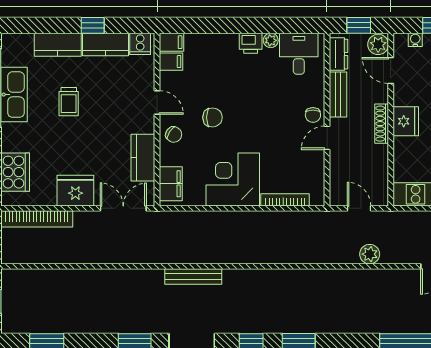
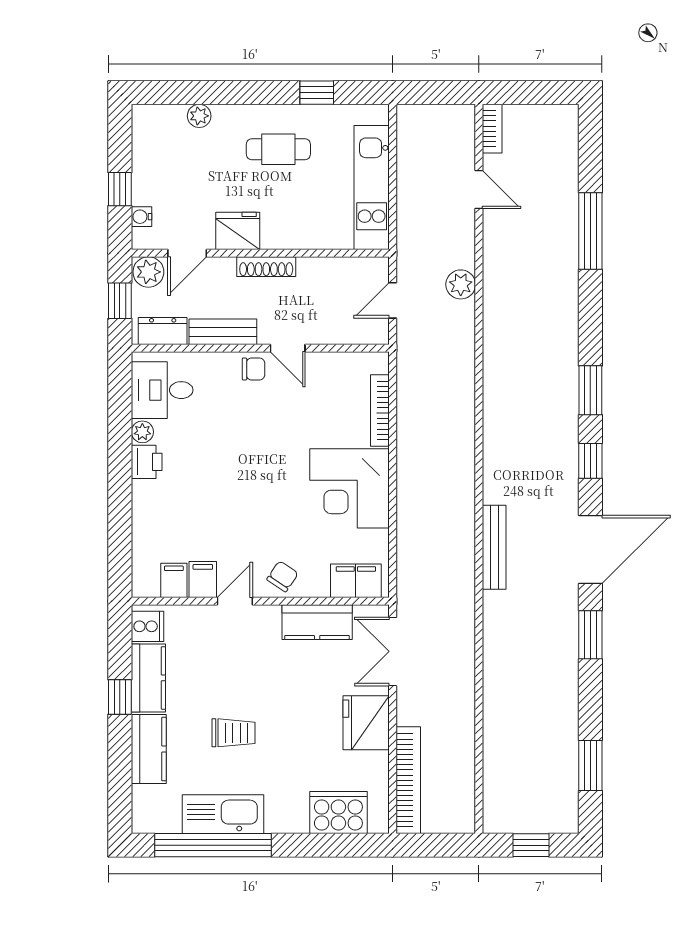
filing cabinet: (172, 42) -> (203, 580), moved
chair: (213, 117) -> (257, 519), removed
fridge: (406, 121) -> (238, 231), moved

